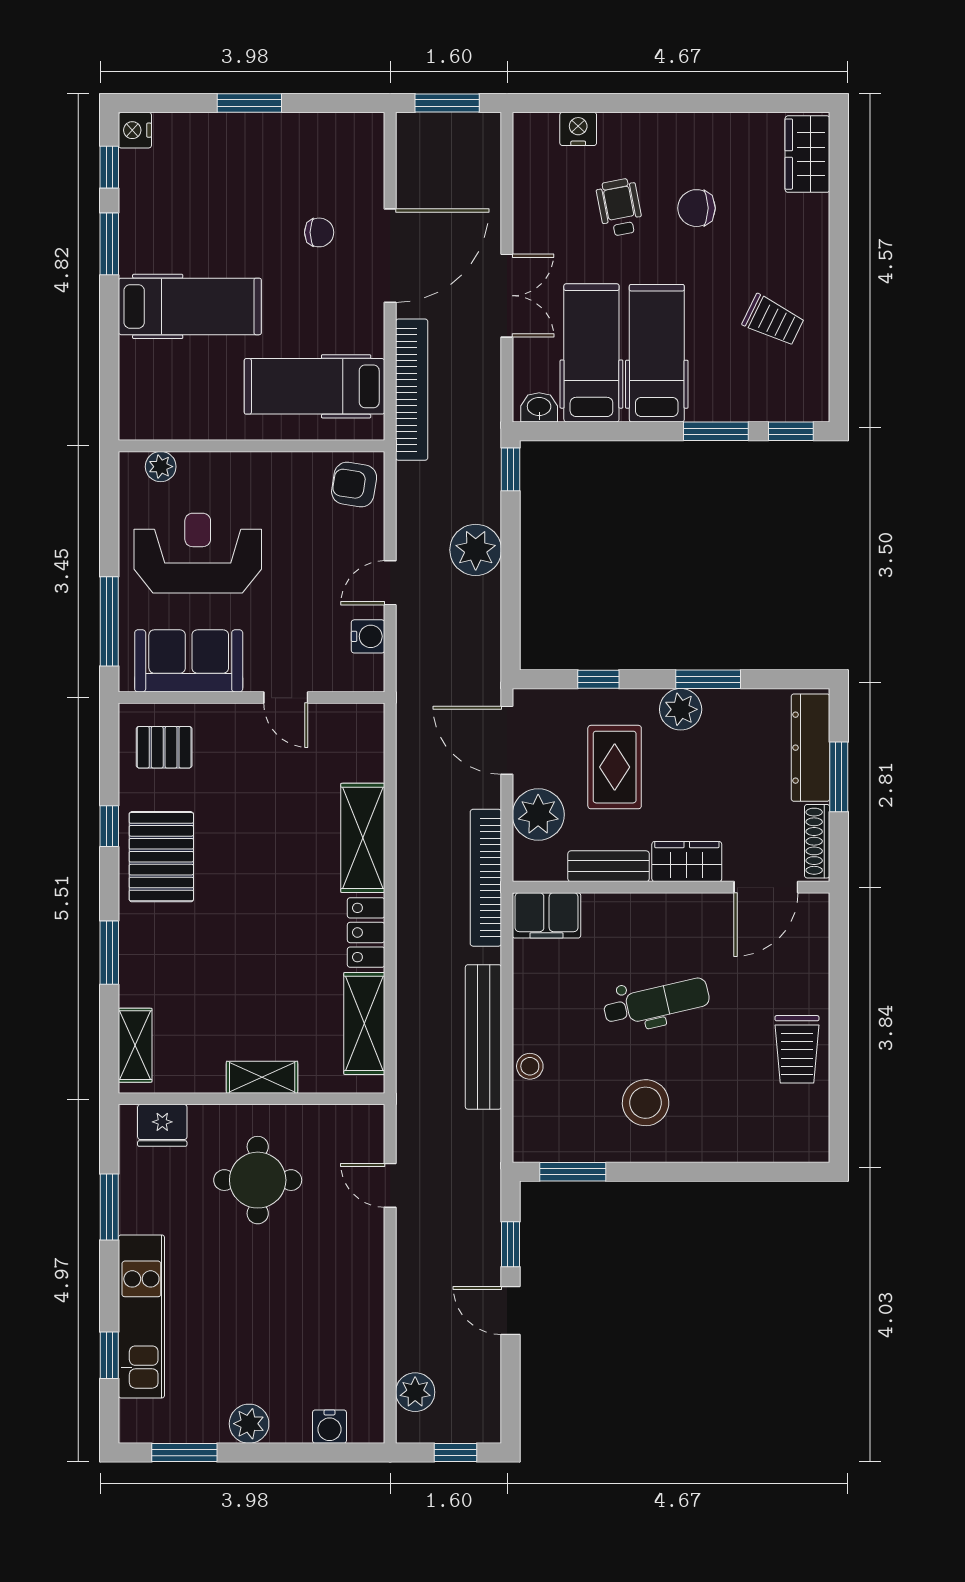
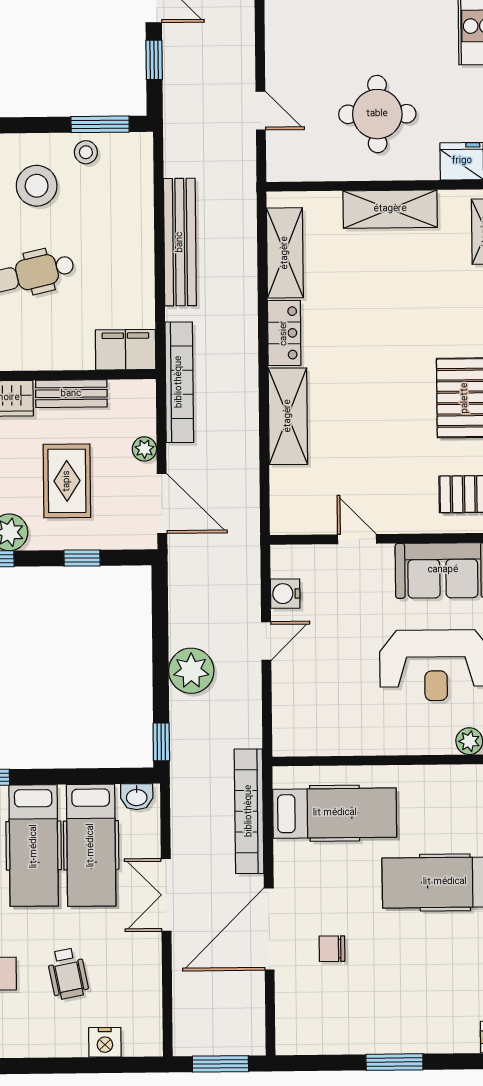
armchair: (354, 485) -> (299, 727), removed
plant: (538, 815) -> (144, 449), width x0.53, depth x0.53
stool: (530, 1066) -> (86, 152), moved
shelving: (262, 1077) -> (390, 209), width x1.50, depth x1.33

